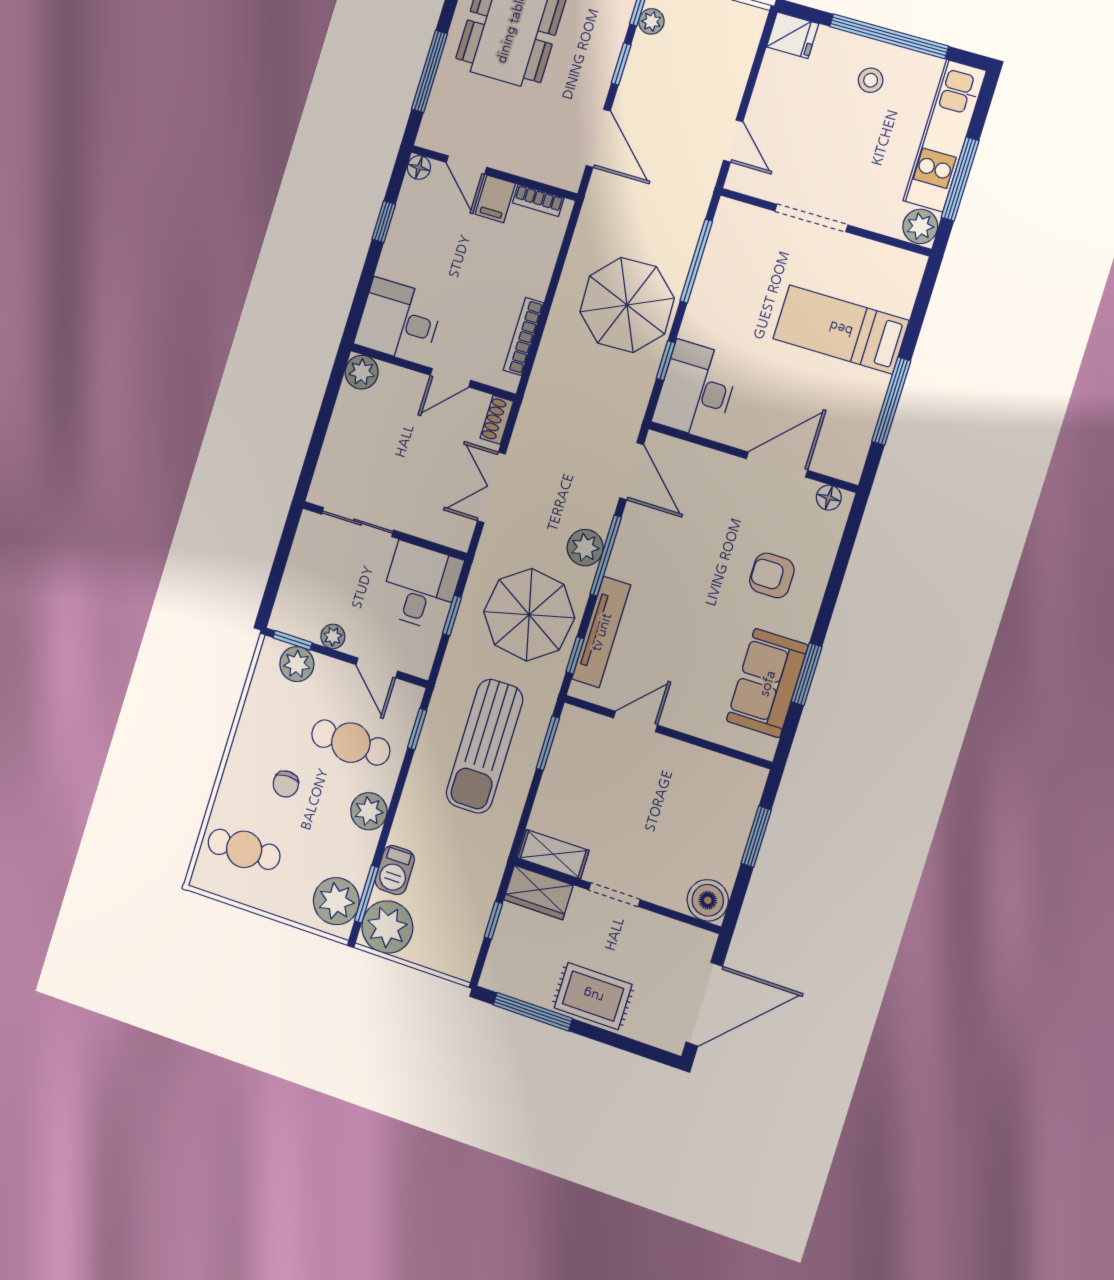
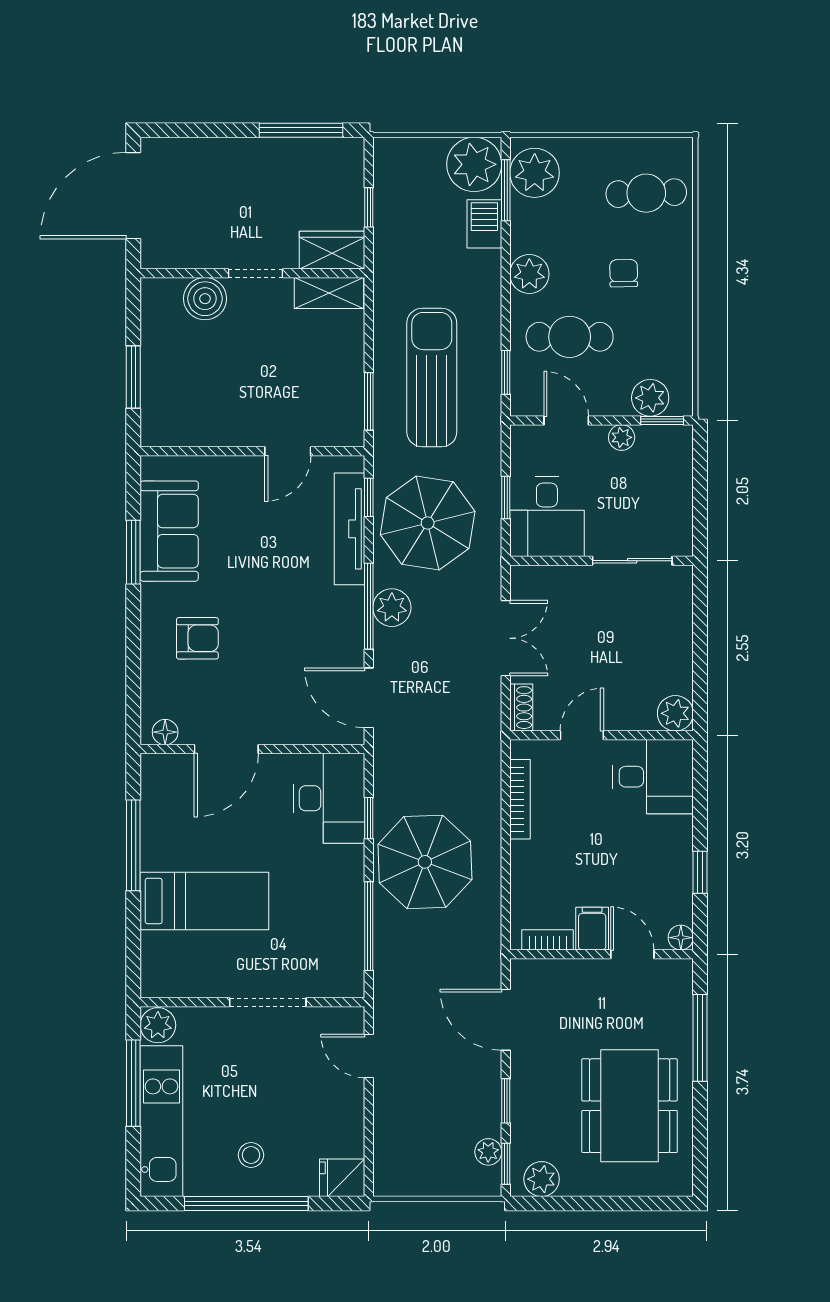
boiler: (708, 900) -> (205, 299), moved
rug: (593, 996) -> (246, 166), removed

